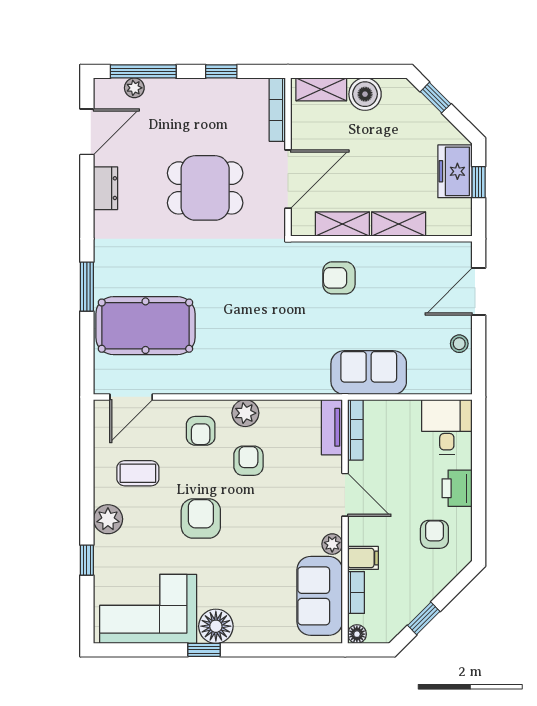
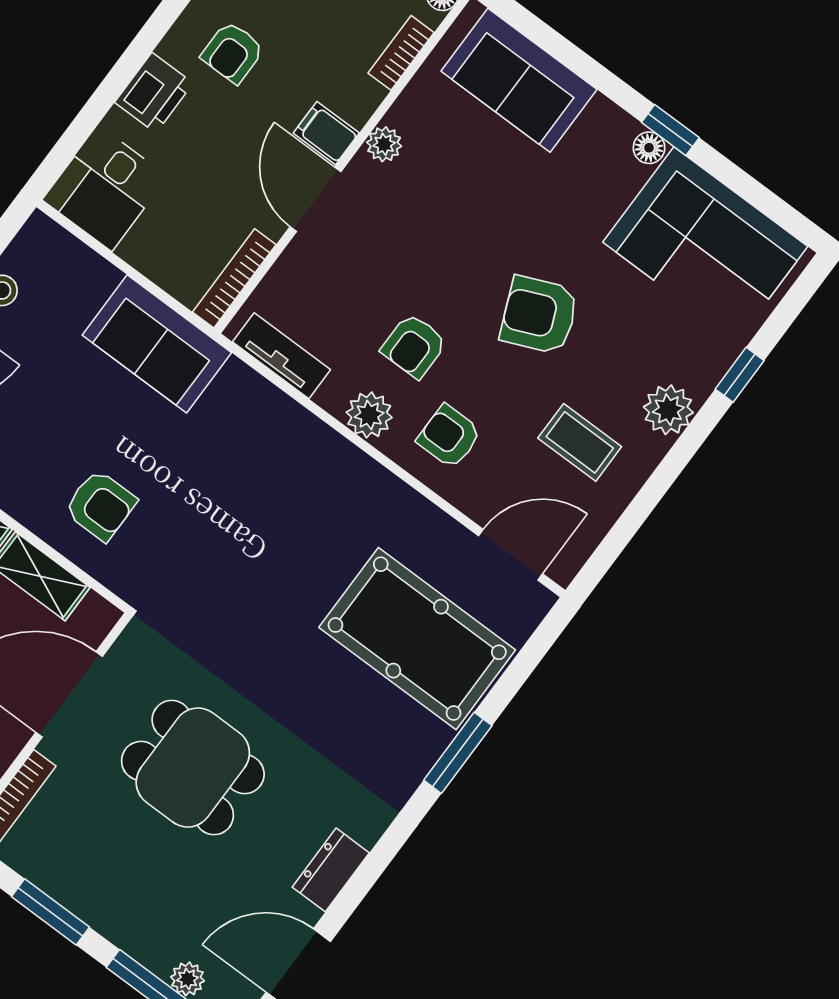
window: (221, 71) -> (50, 912), width x1.50
tv unit: (332, 427) -> (281, 356), moved, turned -90
armchair: (201, 431) -> (449, 436), turned -90
armchair: (201, 518) -> (539, 315), turned 67
filing cabinet: (363, 558) -> (326, 133), moved
sofa: (320, 596) -> (519, 80), moved, turned 90
floor lamp: (216, 626) -> (649, 148), width x0.53, depth x0.53

